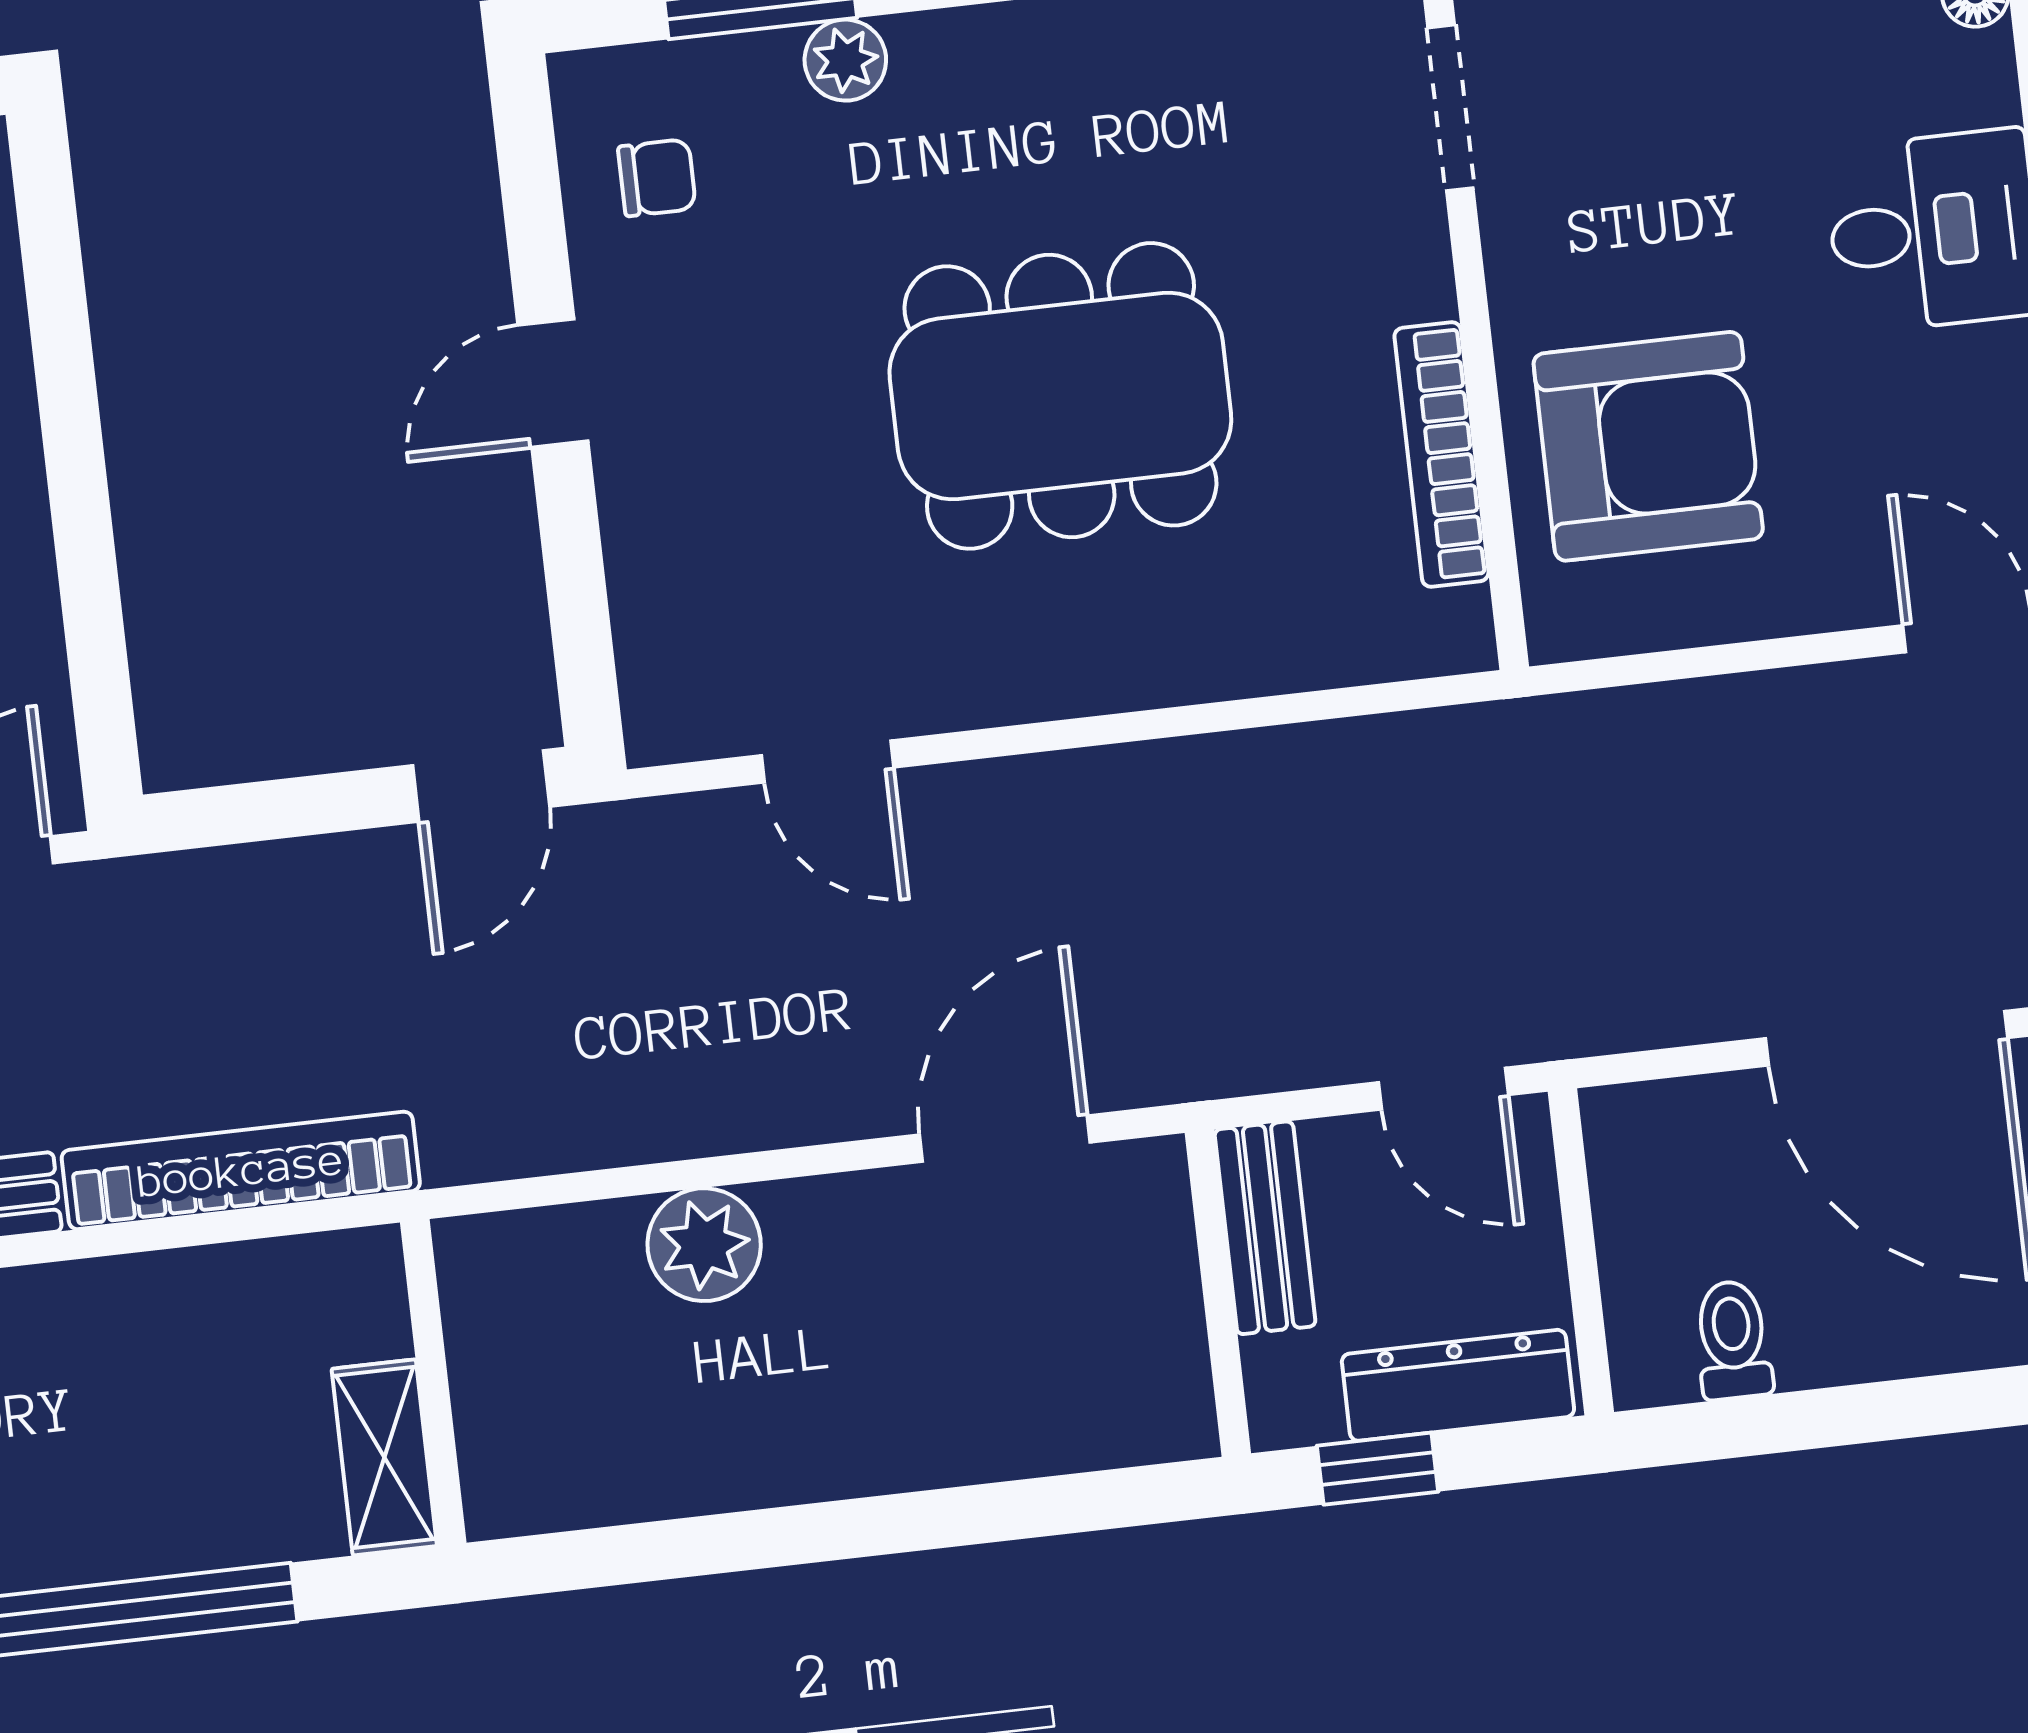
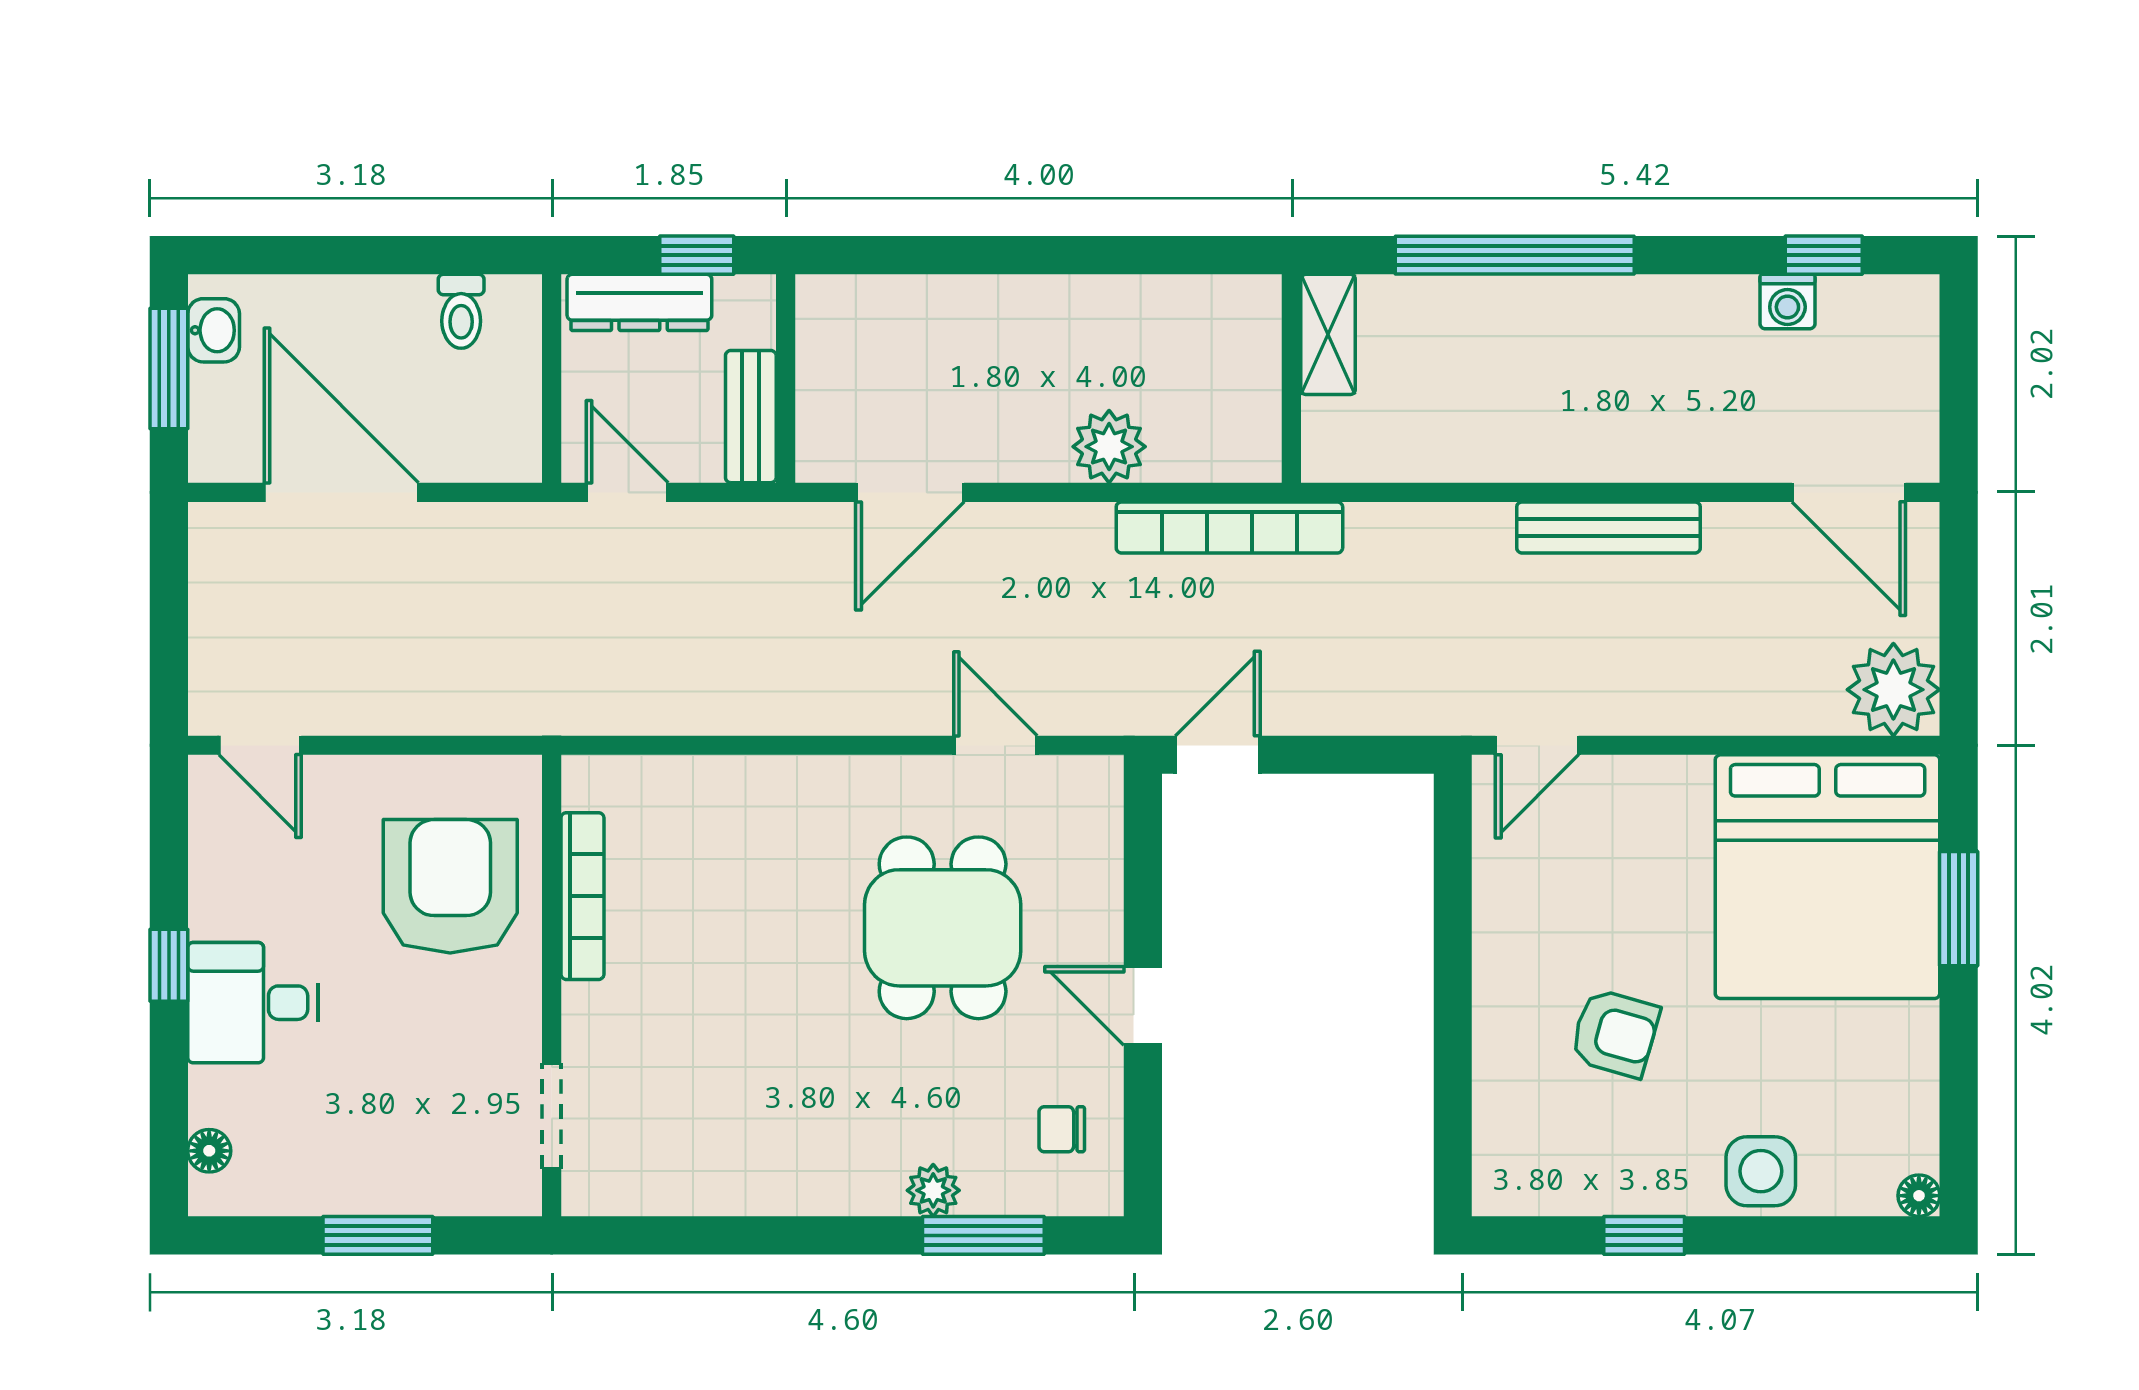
door: (553, 383) -> (1143, 1006), swing flipped
dining table: (1060, 396) -> (943, 928), moved, width x0.73
armchair: (1648, 446) -> (450, 886), turned 90
bookcase: (241, 1170) -> (1229, 527), moved

